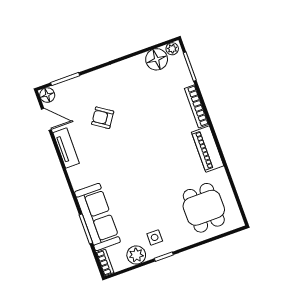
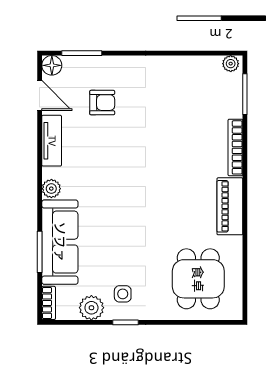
floor lamp: (157, 59) -> (206, 70), removed
armchair: (103, 118) -> (102, 103), moved, turned 146
plant: (78, 182) -> (51, 189), added

